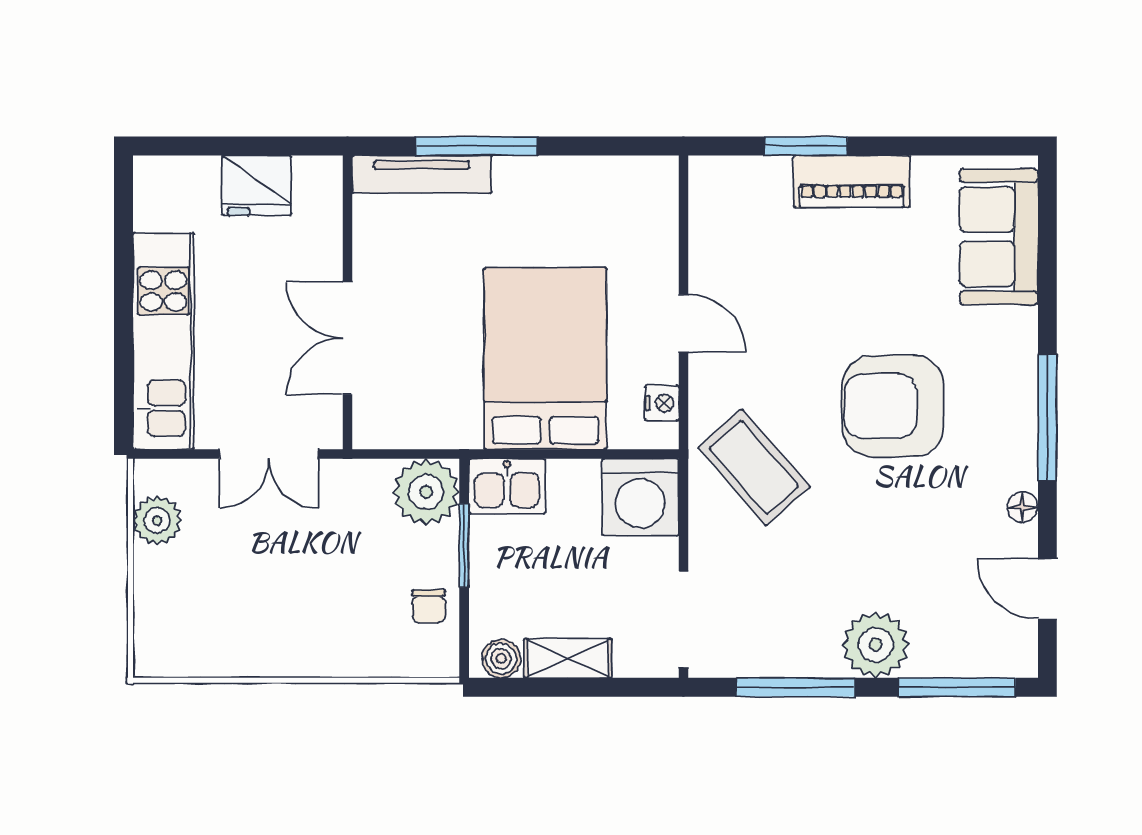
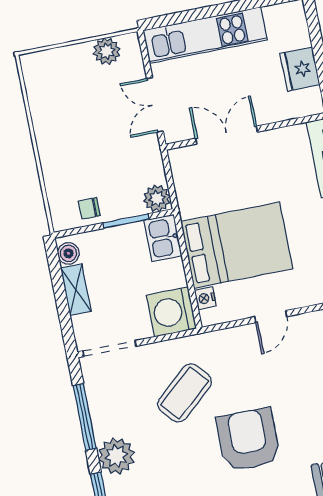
nightstand: (662, 403) -> (205, 298), moved, turned 90
coffee table: (754, 467) -> (185, 393), moved
plant: (426, 492) -> (157, 198), width x0.73, depth x0.73

